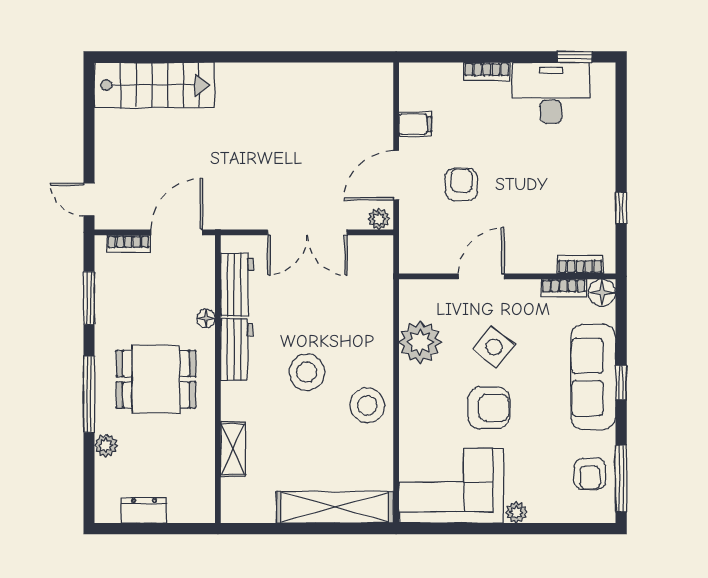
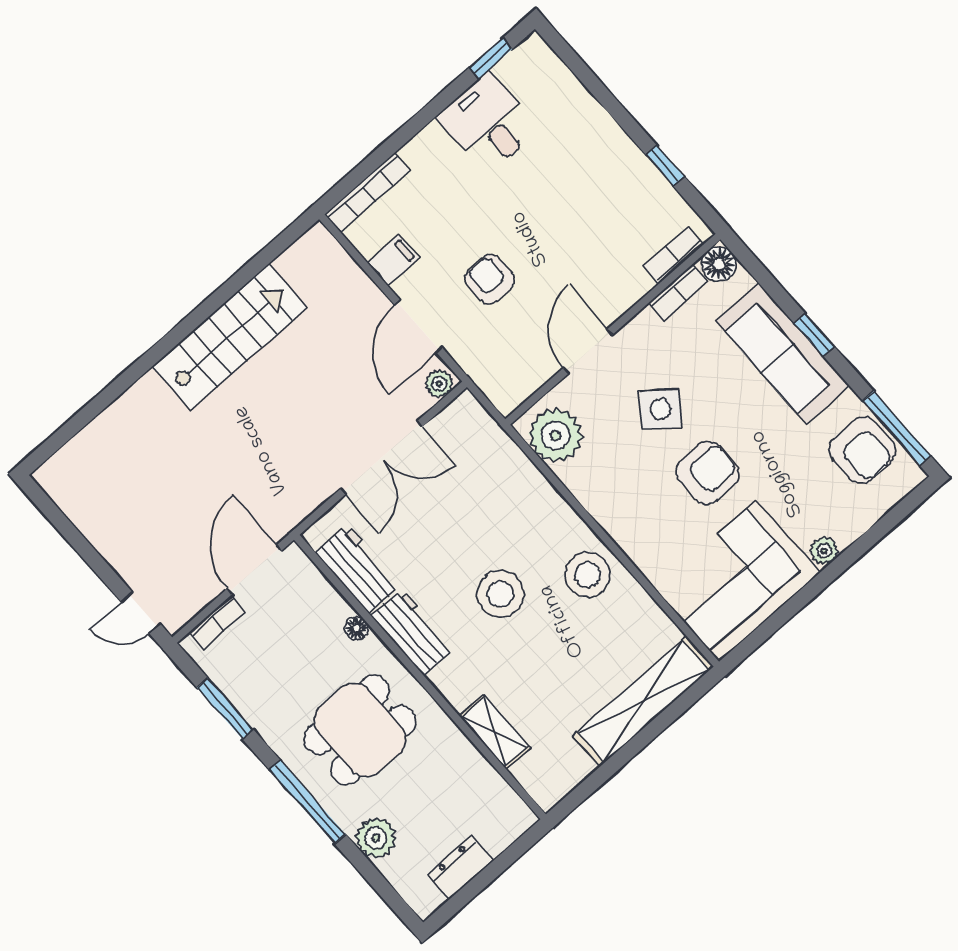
bookcase: (487, 72) -> (368, 192), moved, width x1.56
stairs: (154, 85) -> (230, 337), moved
desk: (551, 93) -> (488, 123), width x0.73
plant: (420, 342) -> (556, 435), moved
plant: (106, 446) -> (376, 838), width x1.38, depth x1.38
armchair: (590, 474) -> (862, 450), width x1.38, depth x1.38

